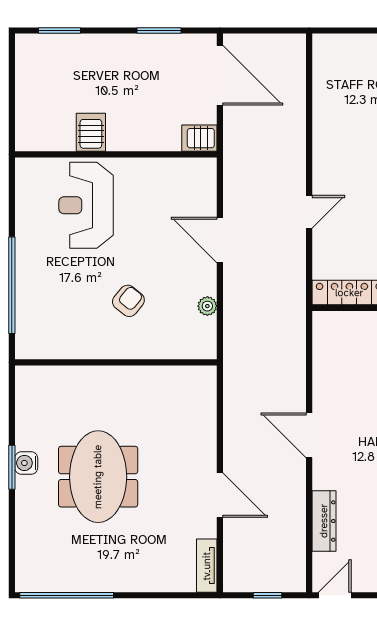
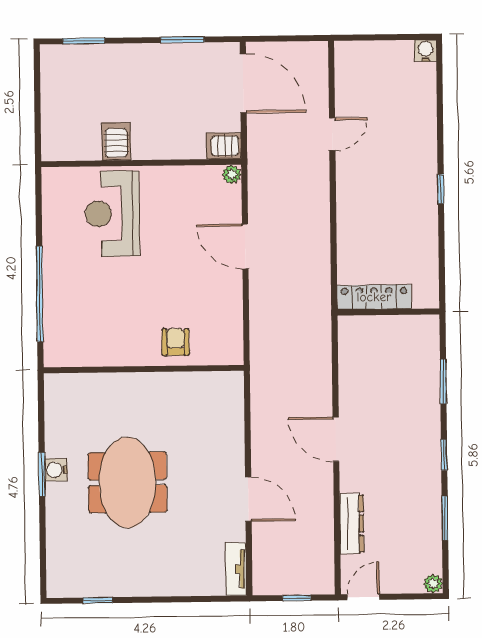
door: (309, 212) -> (332, 134), moved
armchair: (128, 301) -> (176, 342), moved, turned -39
plant: (207, 306) -> (232, 174), moved
window: (67, 595) -> (98, 600), width x0.32

